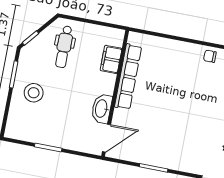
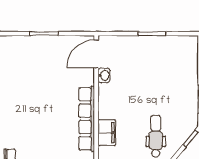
stool: (34, 93) -> (177, 85), removed
washbasin: (102, 109) -> (104, 75), width x0.52, depth x0.69

